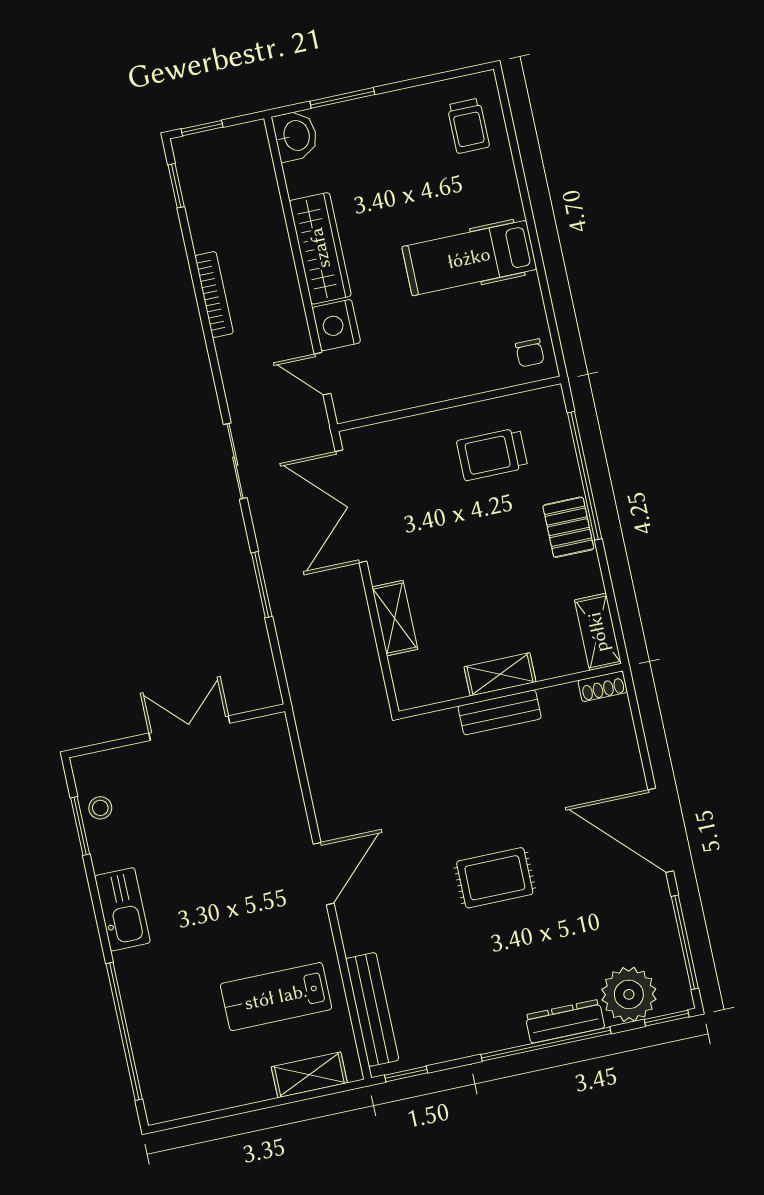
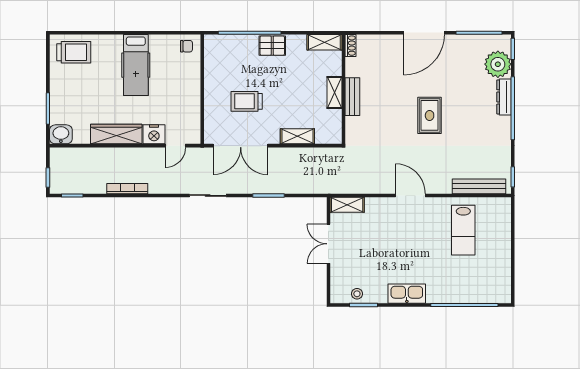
trolley: (468, 126) -> (74, 52), width x1.36, depth x1.39
trolley: (492, 454) -> (247, 101), moved, turned 90
shelving: (309, 1075) -> (347, 205), moved, turned 90

